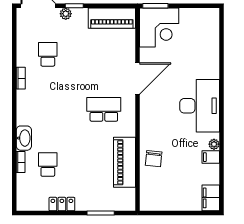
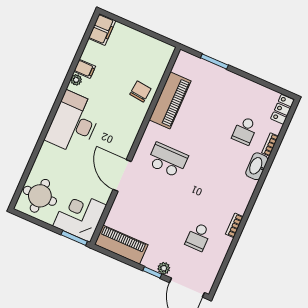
round table: (201, 29) -> (40, 196), added
door: (137, 79) -> (122, 176), hinge flipped
school desk: (104, 109) -> (168, 160), turned 180
locker: (62, 204) -> (283, 109), moved, turned 90

